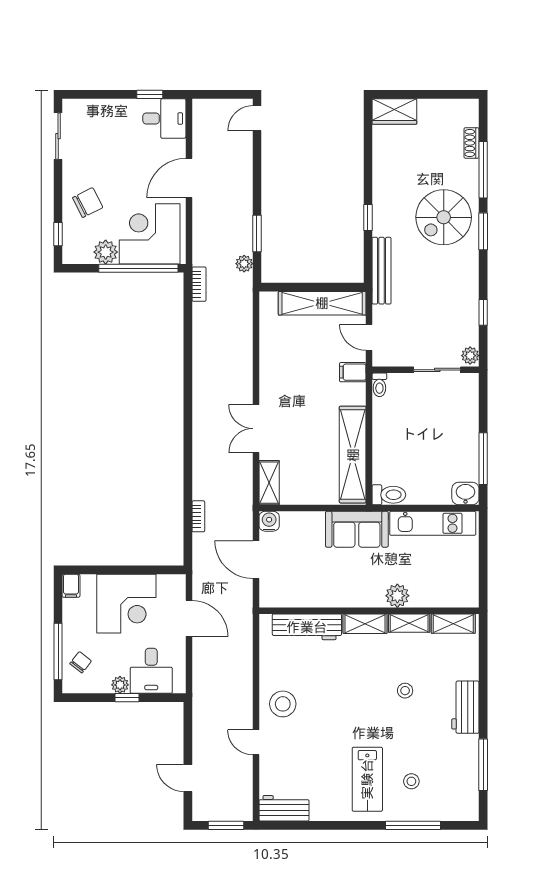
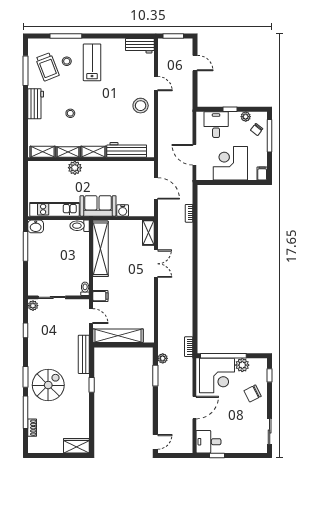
water cooler: (269, 521) -> (123, 210), moved
plant: (120, 685) -> (246, 117), moved
trolley: (445, 772) -> (47, 67), added

